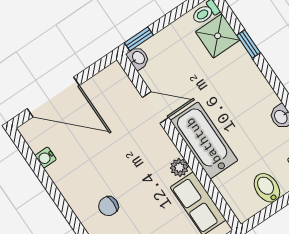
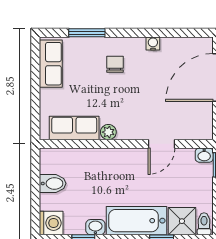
bathtub: (204, 140) -> (137, 221), moved, turned 180
water cooler: (46, 158) -> (153, 43), moved

